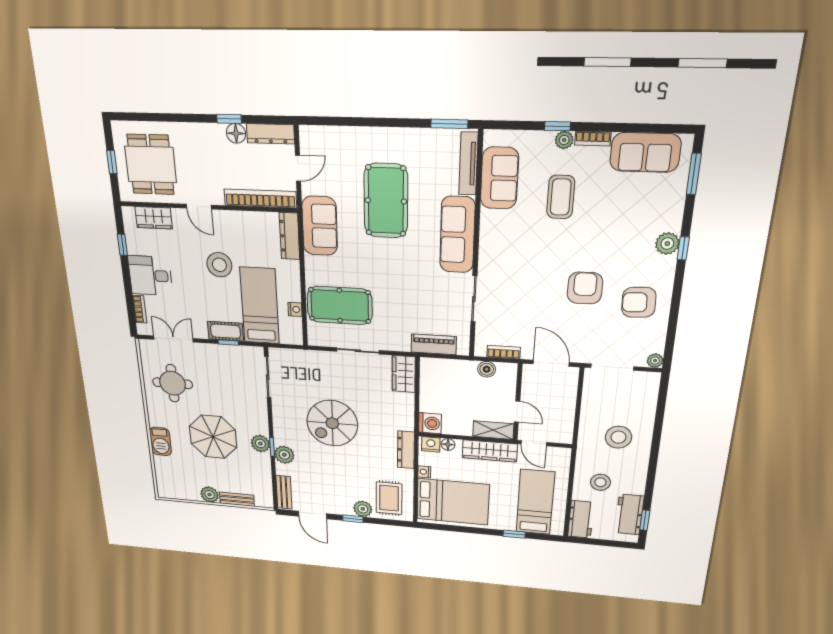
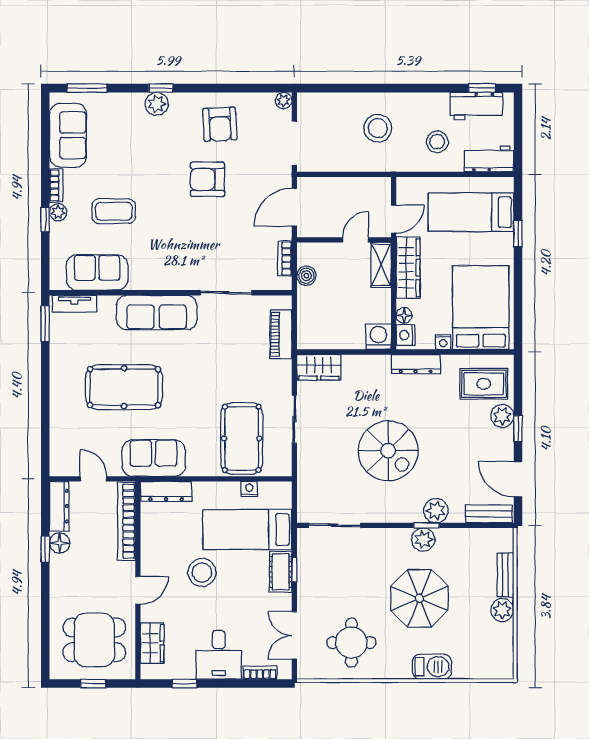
tv unit: (468, 164) -> (75, 304), width x0.71
door: (313, 515) -> (518, 479), swing flipped

